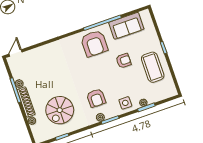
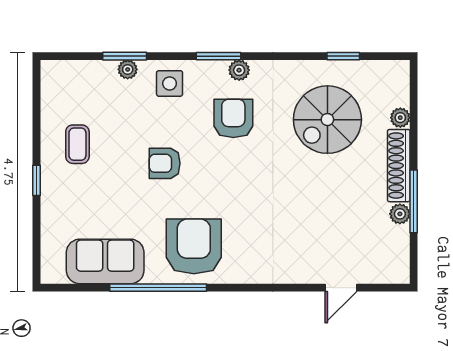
door: (15, 53) -> (341, 288), moved
armchair: (124, 61) -> (165, 163), moved
coffee table: (153, 67) -> (77, 144), width x0.54, depth x0.58
spiral stairs: (60, 110) -> (327, 120), turned 180

